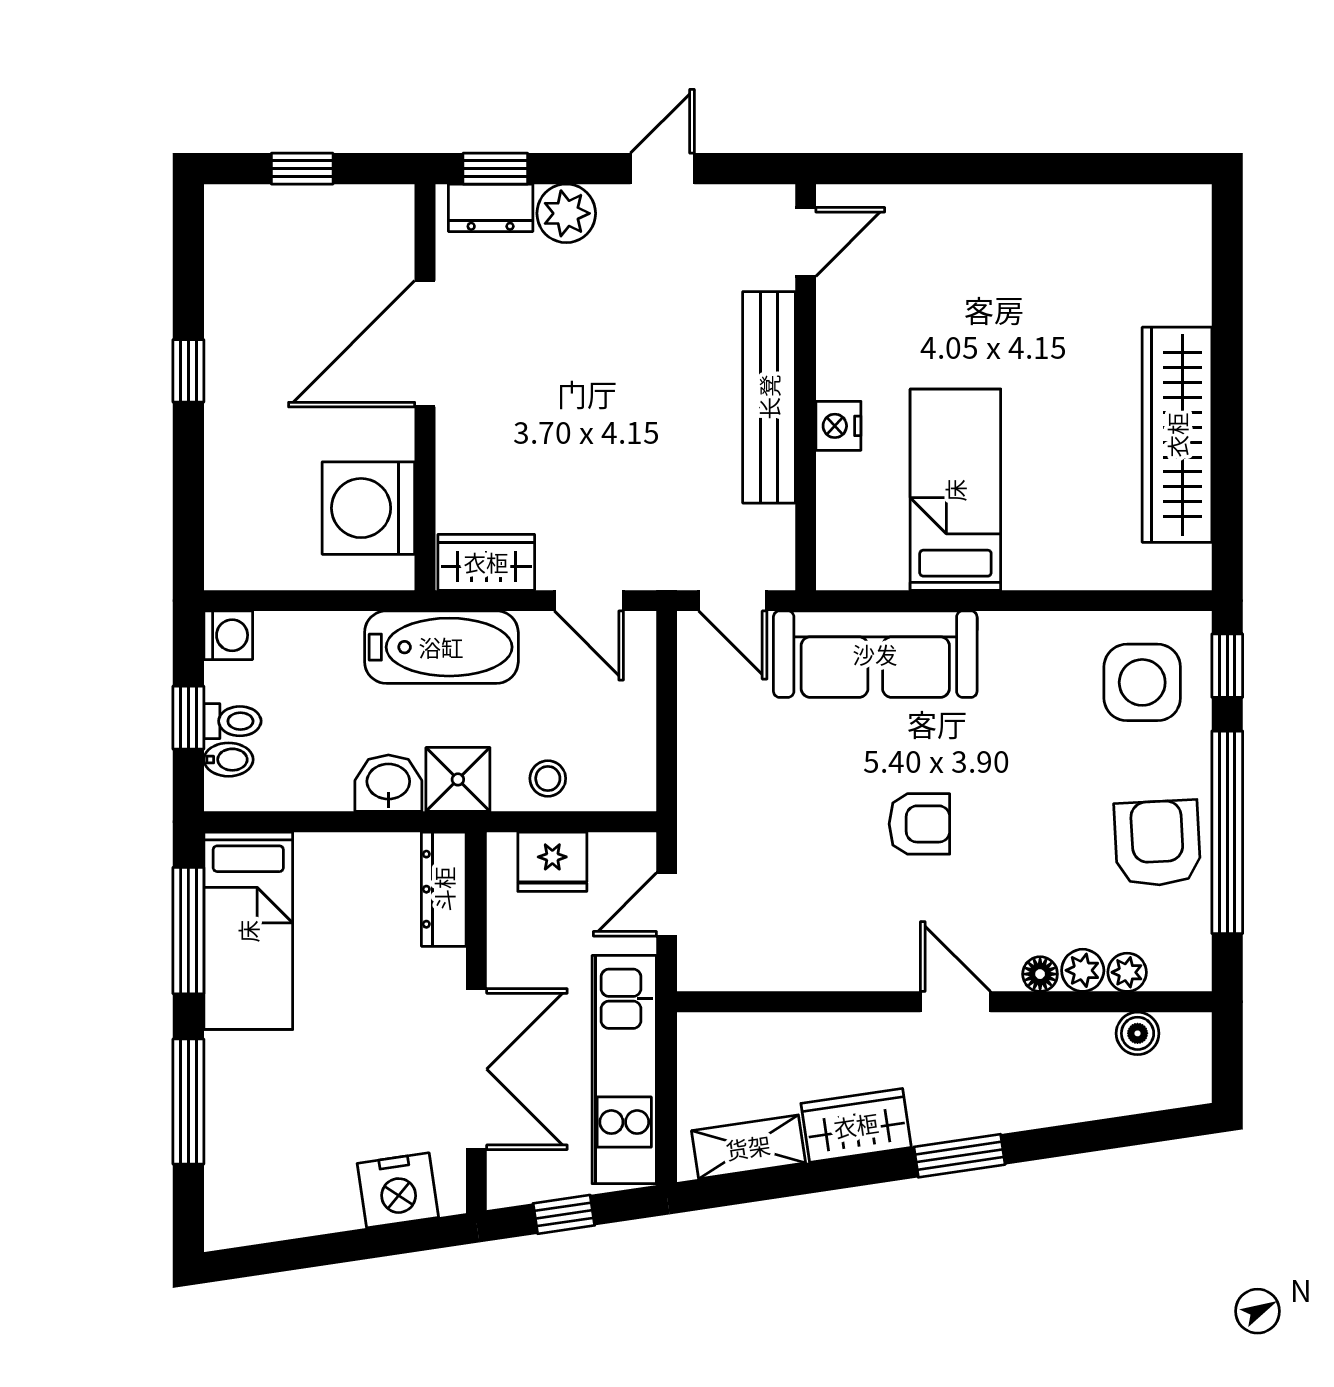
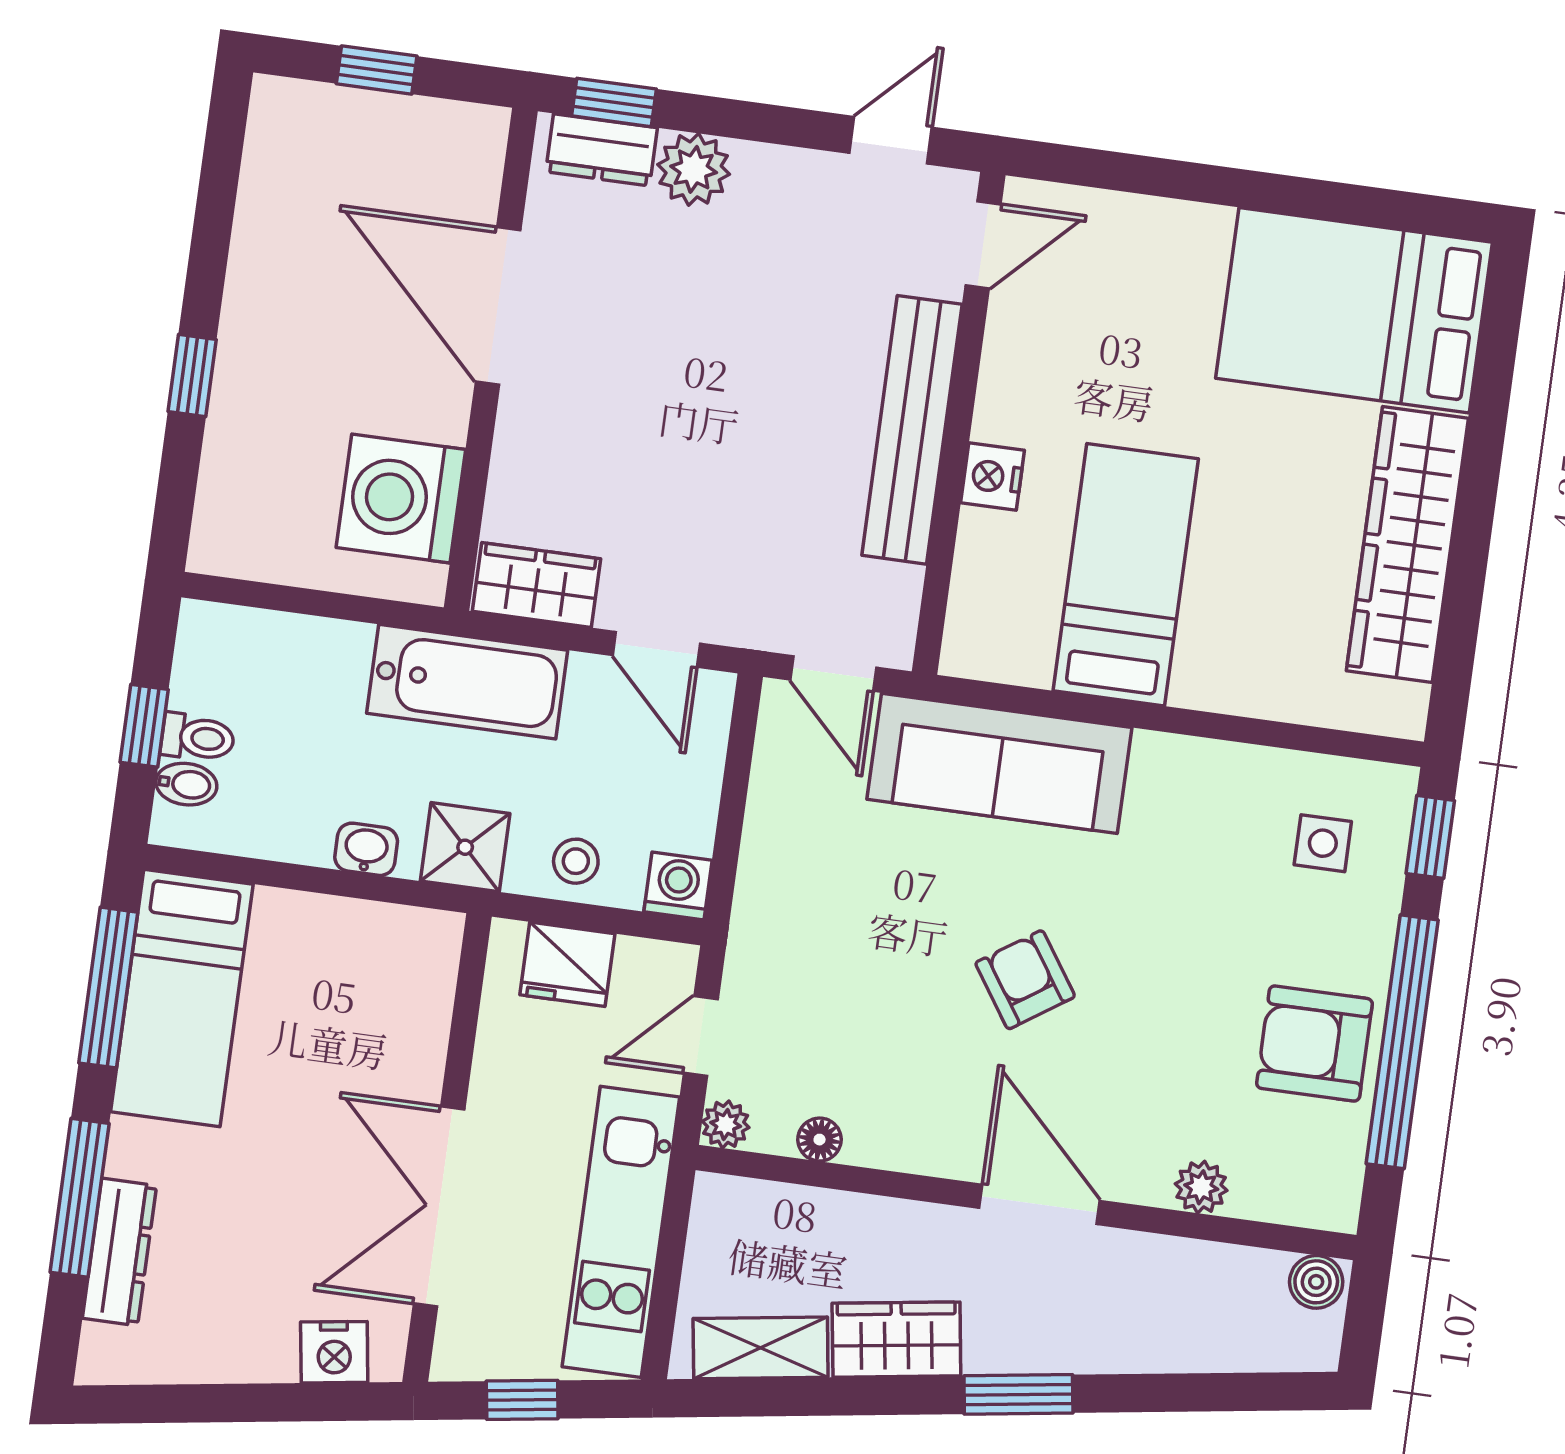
door: (662, 169) -> (891, 140), moved
bed: (1109, 254) -> (1354, 310), added
door: (425, 344) -> (498, 306), hinge flipped
window: (188, 371) -> (192, 376), moved
washing machine: (228, 635) -> (678, 886), moved, turned -90
side table: (1142, 682) -> (1323, 843), width x0.54, depth x0.54
washbasin: (388, 783) -> (366, 849), width x0.72, depth x0.69
armchair: (919, 824) -> (1025, 980), turned -124
armchair: (1157, 843) -> (1314, 1043), turned -87
dresser: (444, 889) -> (119, 1252), moved, turned 180
plant: (1127, 972) -> (726, 1124), moved
floor lamp: (1040, 974) -> (820, 1140), moved
door: (955, 1002) -> (1039, 1204), width x1.38
boiler: (1138, 1033) -> (1316, 1282), moved
double door: (476, 1069) -> (439, 1207), swing flipped
nightstand: (398, 1190) -> (334, 1352), width x0.74, depth x0.75

